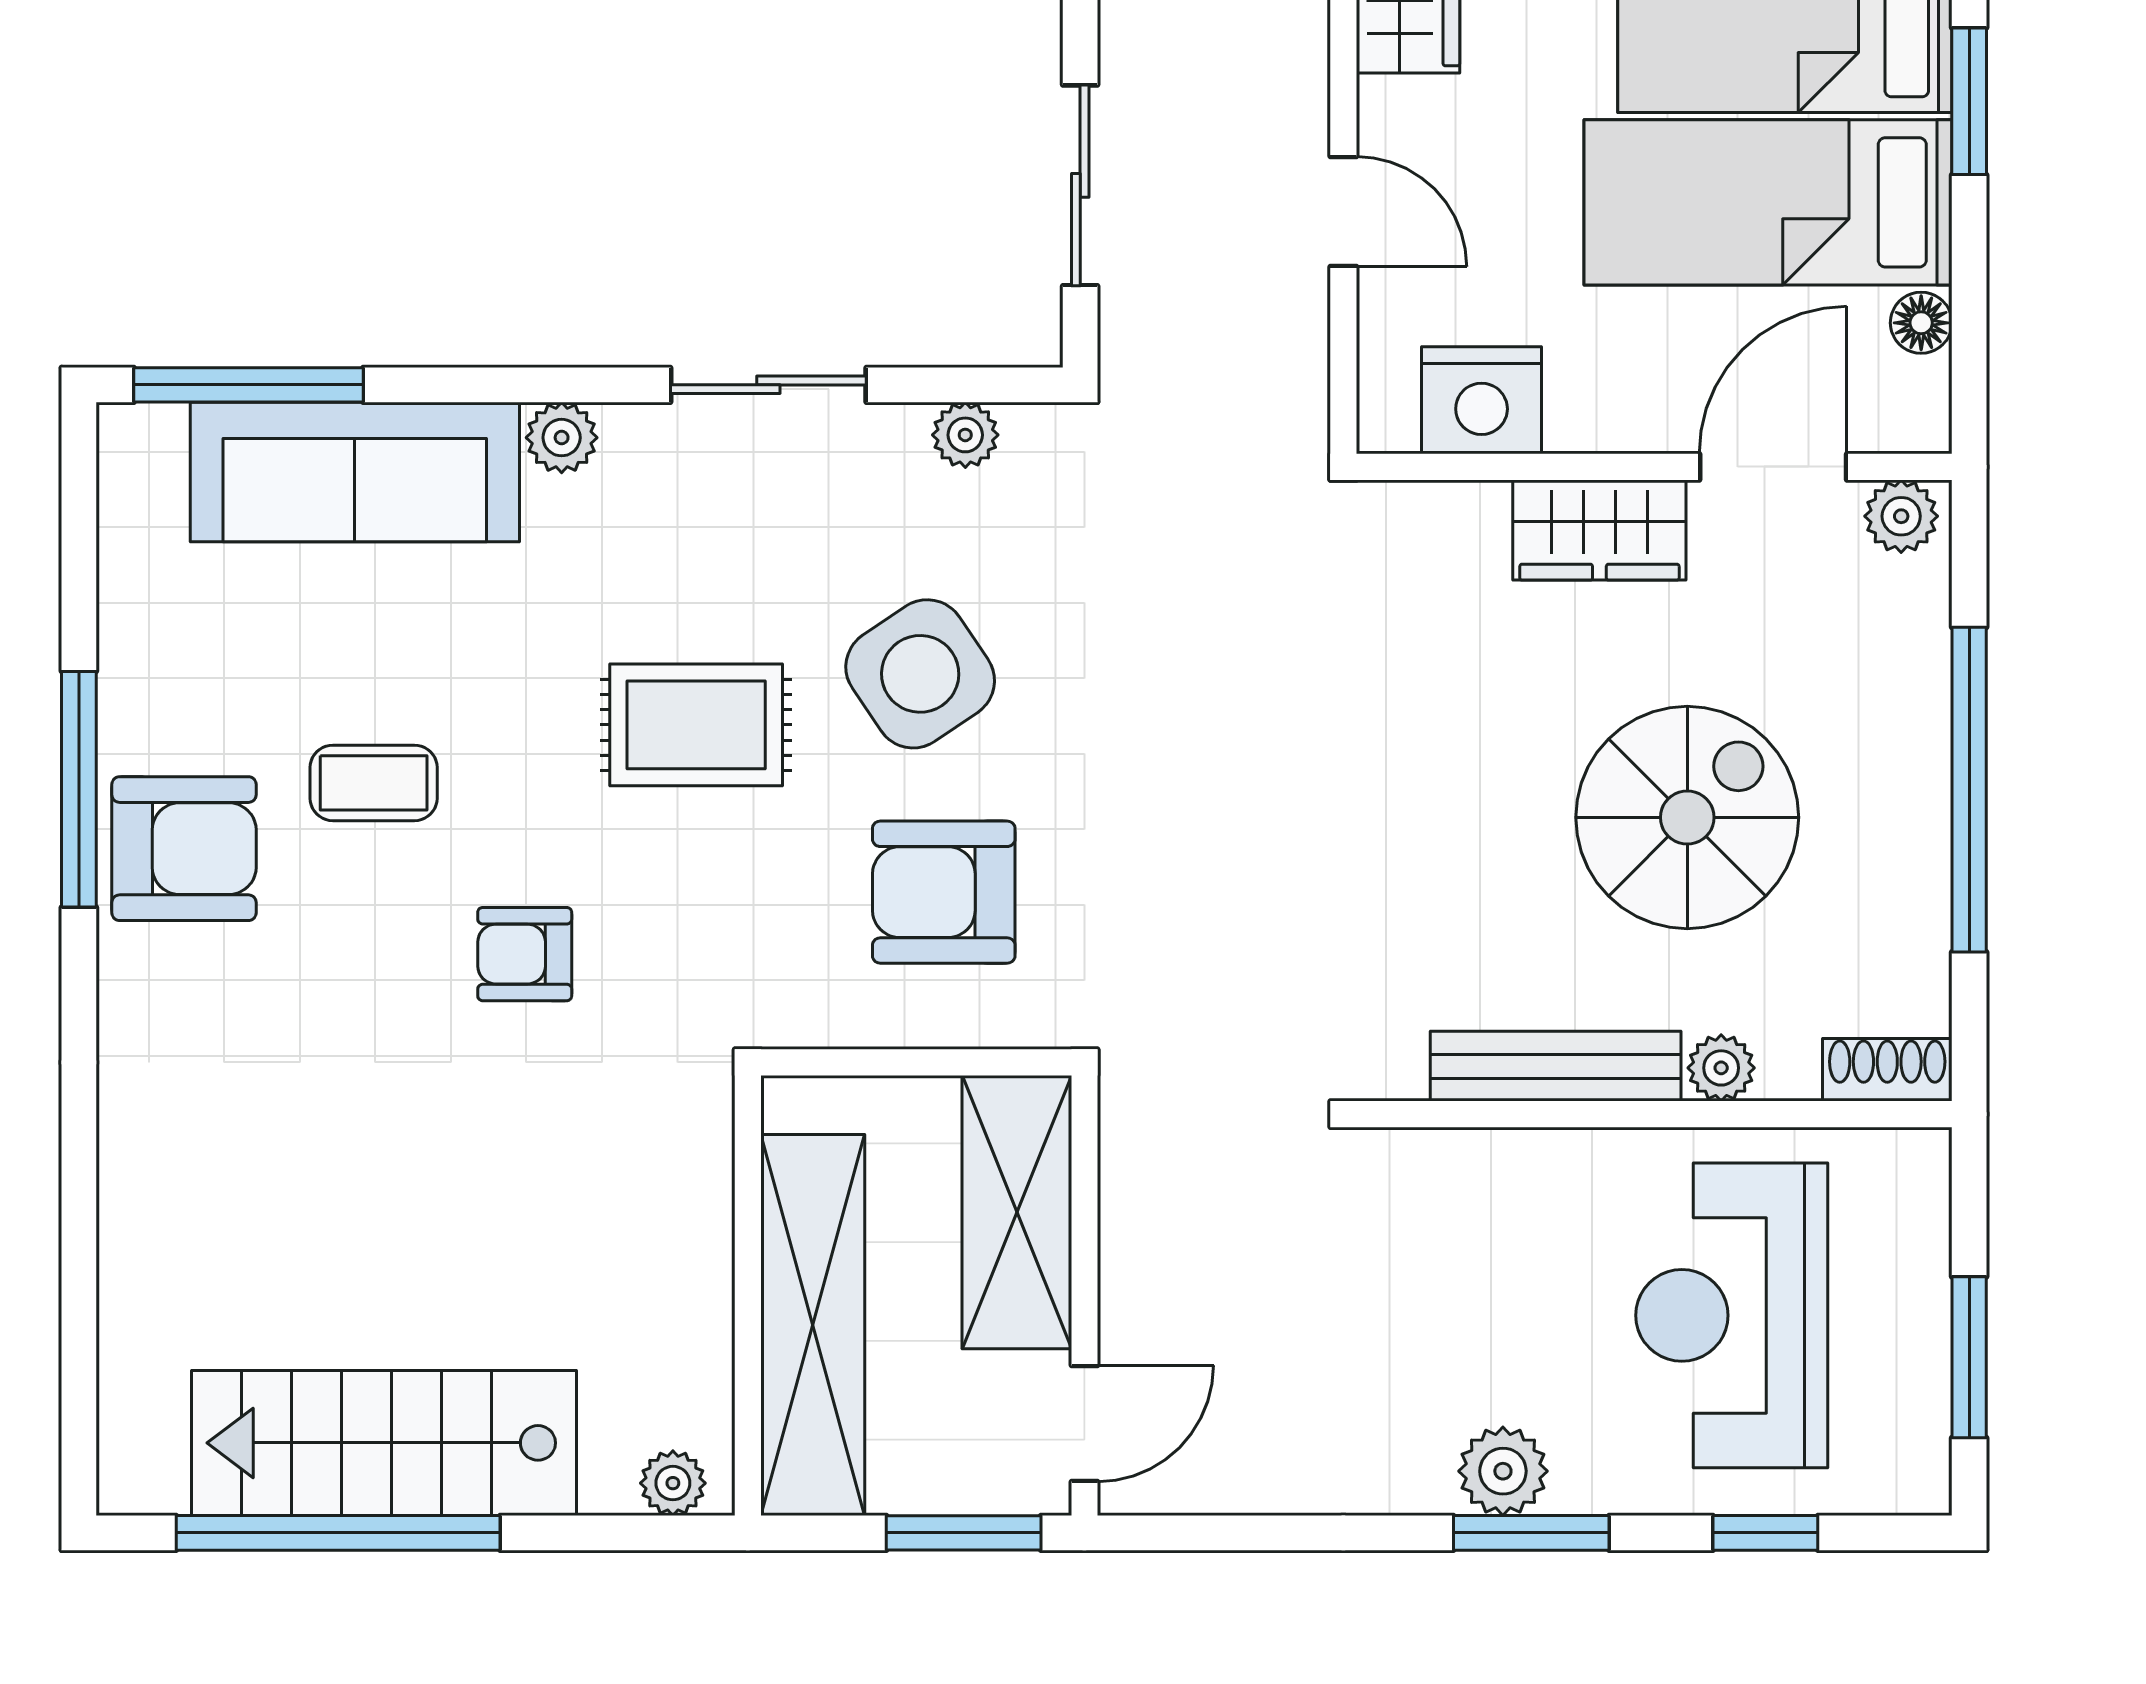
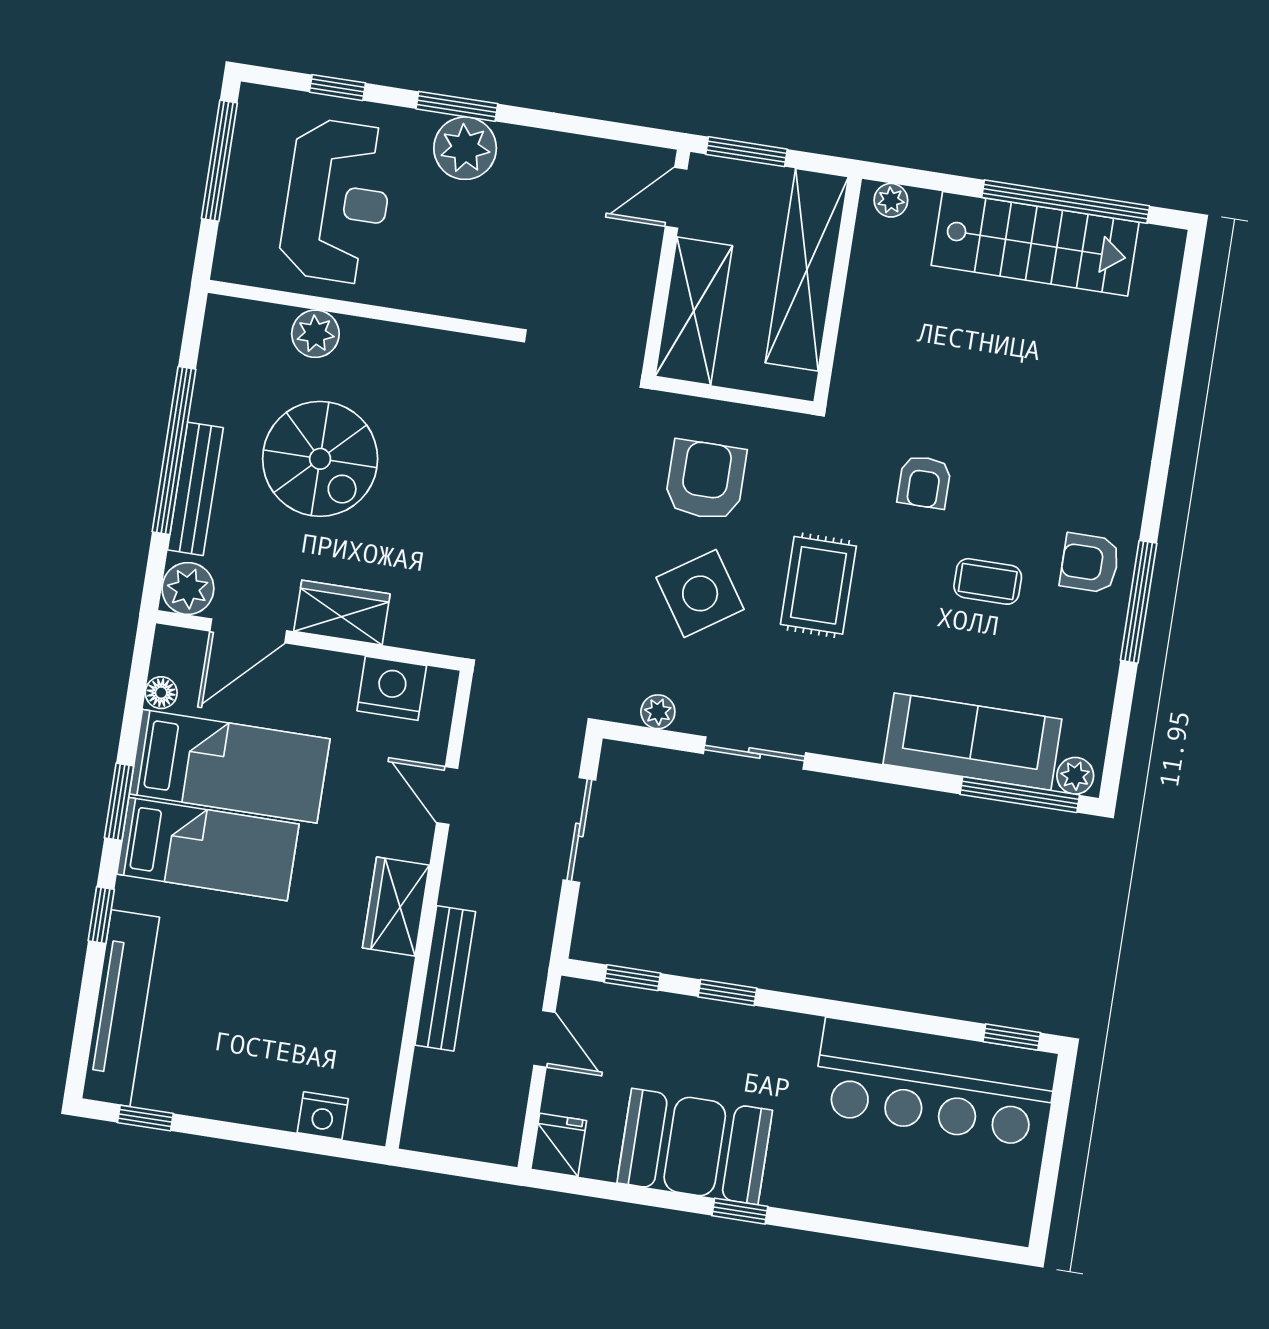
plant: (562, 438) -> (1075, 776), moved
plant: (1901, 516) -> (188, 589), width x1.38, depth x1.38
rug: (696, 725) -> (818, 585), turned 90
spiral stairs: (1687, 817) -> (320, 459), turned -90
armchair: (184, 849) -> (1090, 563), width x0.72, depth x0.72
armchair: (944, 892) -> (705, 480), turned -90
armchair: (525, 954) -> (924, 482), turned 90
bench: (1556, 1066) -> (195, 489), moved, turned 90
plant: (1721, 1068) -> (315, 334), width x1.38, depth x1.38
shoe rack: (1887, 1070) -> (238, 314), removed
window: (1969, 1357) -> (219, 161), width x1.44
plant: (1503, 1471) -> (465, 148), width x1.36, depth x1.36

